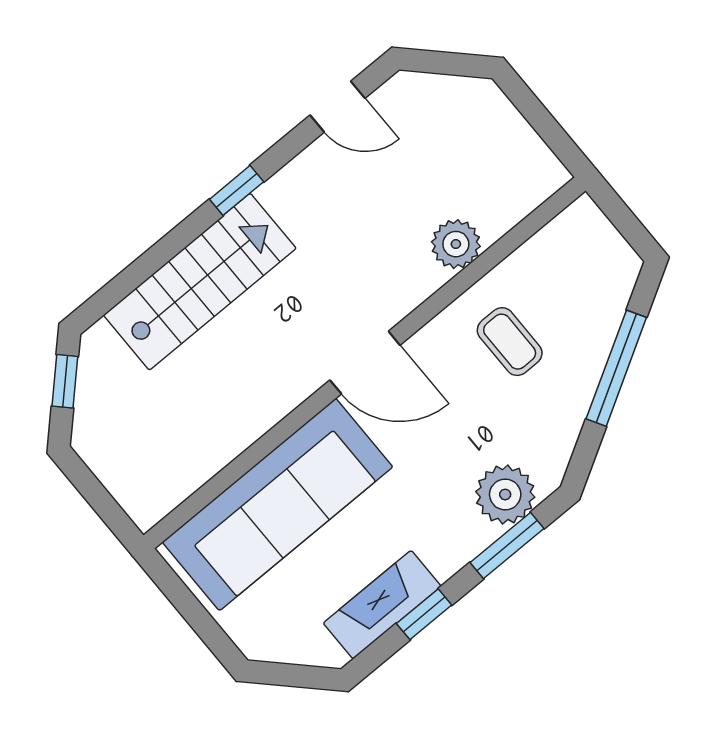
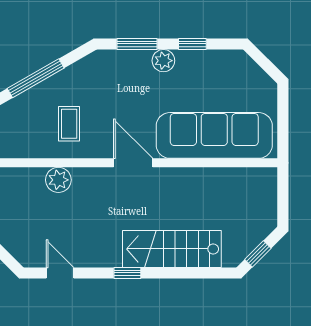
plant: (505, 494) -> (163, 61), moved, width x0.73, depth x0.73
fireplace: (382, 605) -> (206, 62), removed

